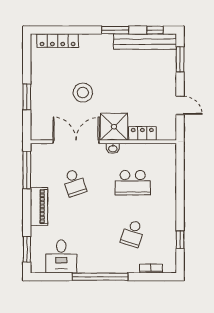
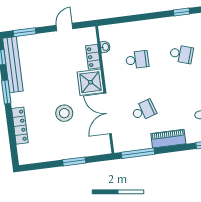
locker: (58, 41) -> (20, 126), moved
washbasin: (113, 148) -> (105, 47), moved
school desk: (133, 183) -> (137, 60), width x0.54

